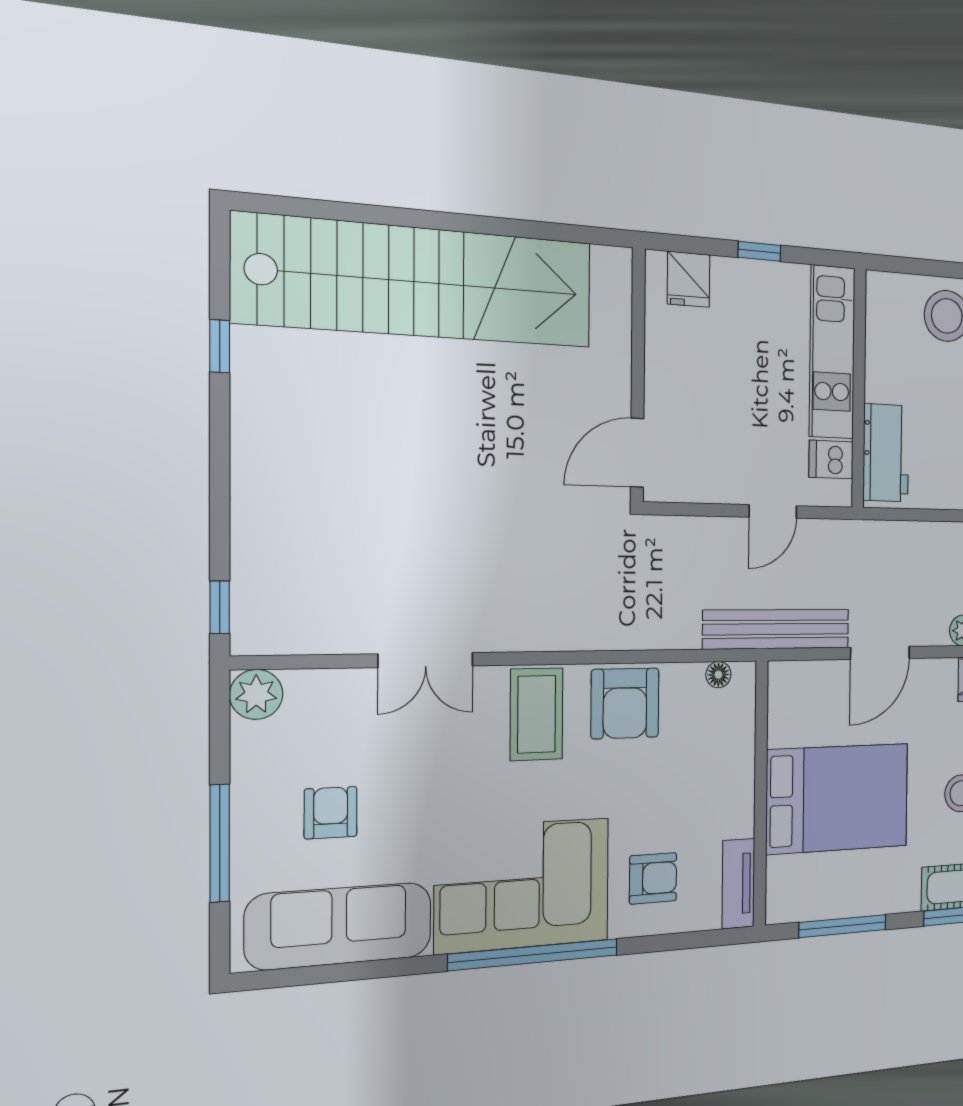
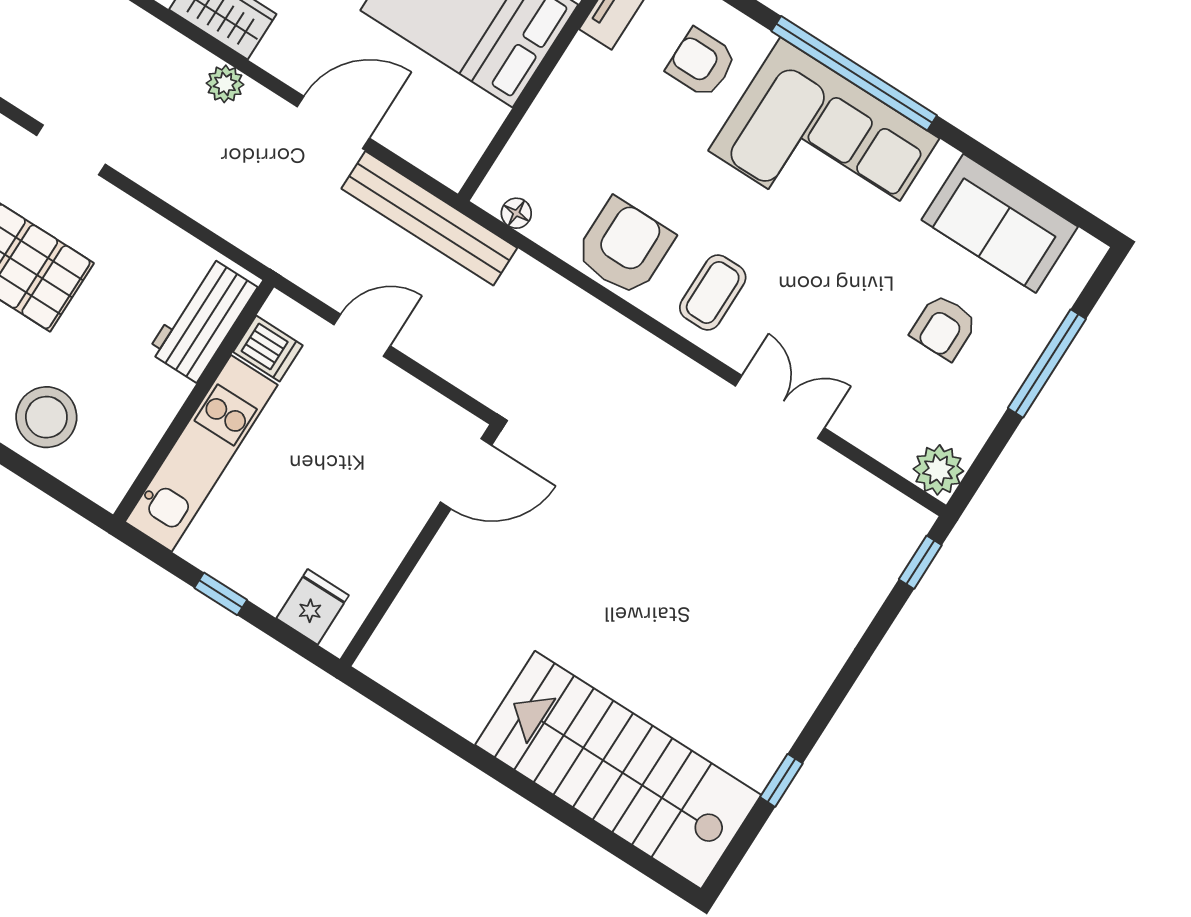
stairs: (417, 282) -> (618, 770), width x0.73
coffee table: (537, 714) -> (713, 292), width x0.73, depth x0.77
sofa: (339, 926) -> (1000, 223), width x0.73

